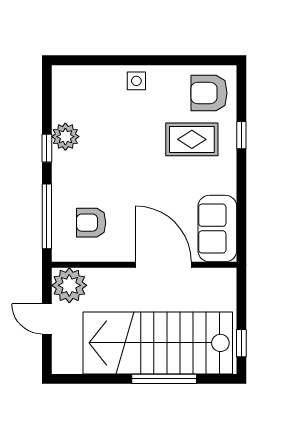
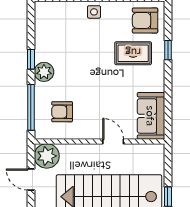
plant: (65, 137) -> (44, 72), moved
door: (163, 265) -> (113, 142), width x0.53

